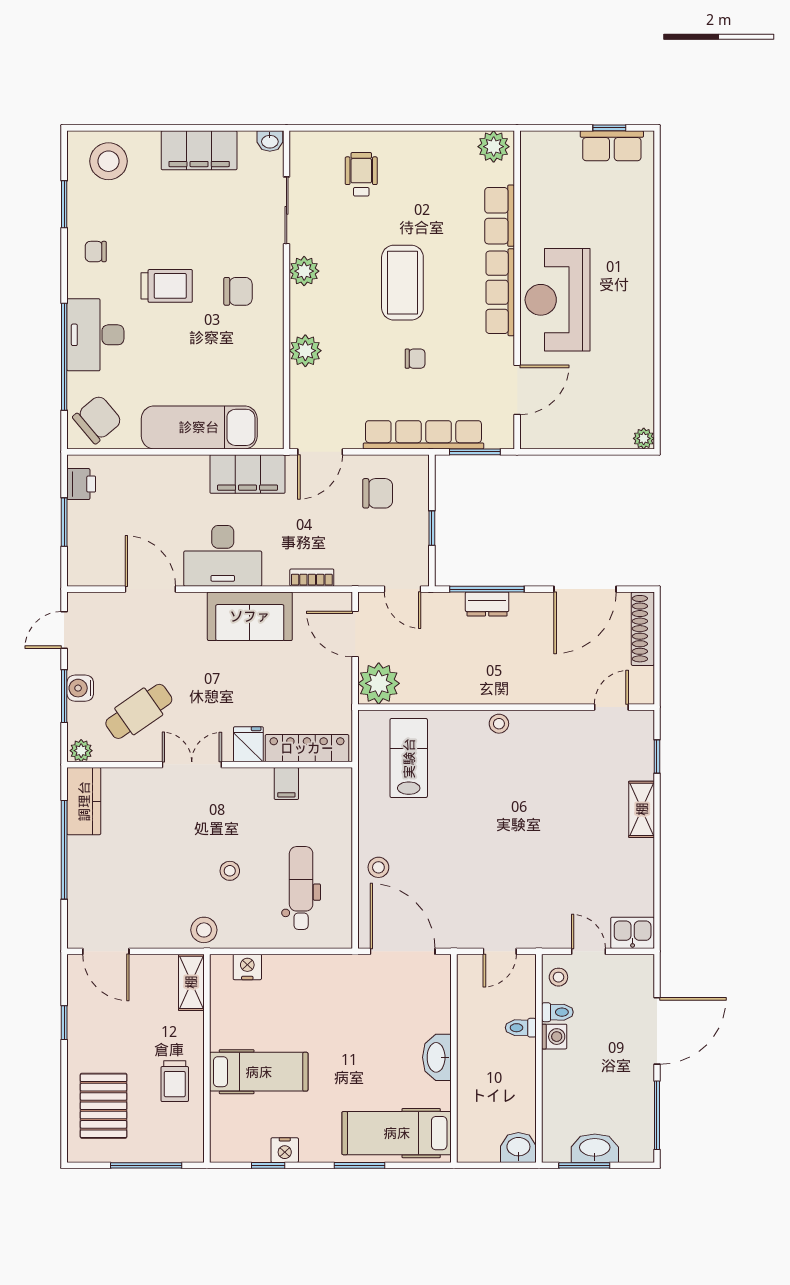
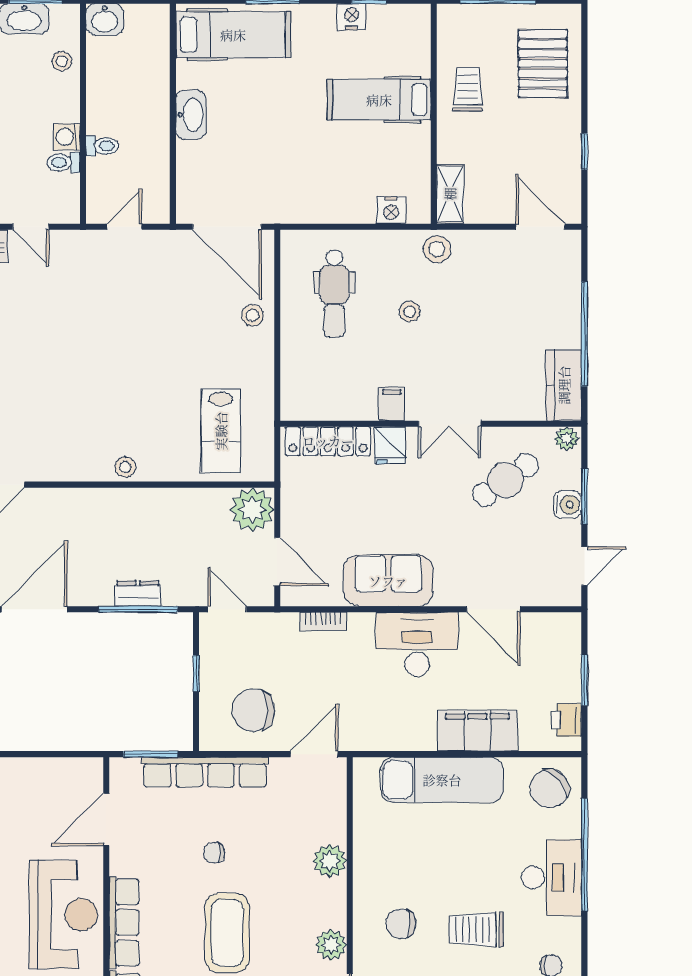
filing cabinet: (248, 474) -> (477, 731), moved
chair: (378, 493) -> (253, 710), width x1.37, depth x1.37
filing cabinet: (286, 784) -> (392, 404), moved
stool: (558, 977) -> (62, 61), moved

